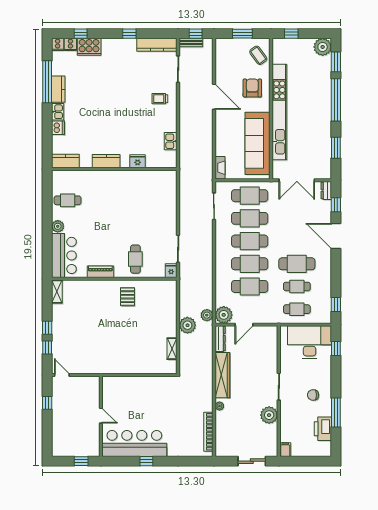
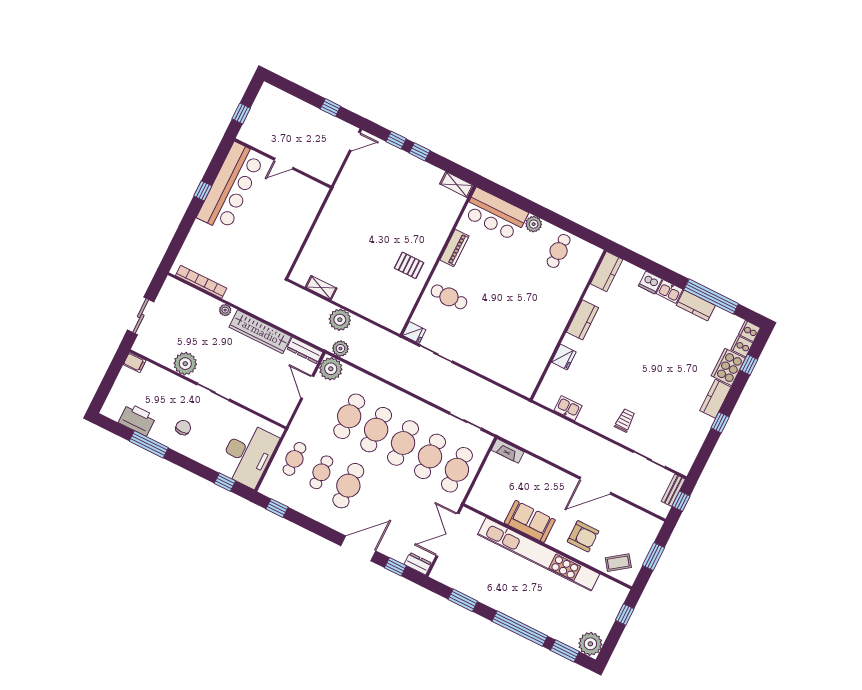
kitchen counter: (157, 45) -> (715, 399), moved, width x0.67
sofa: (258, 143) -> (530, 521), width x0.54, depth x0.79

